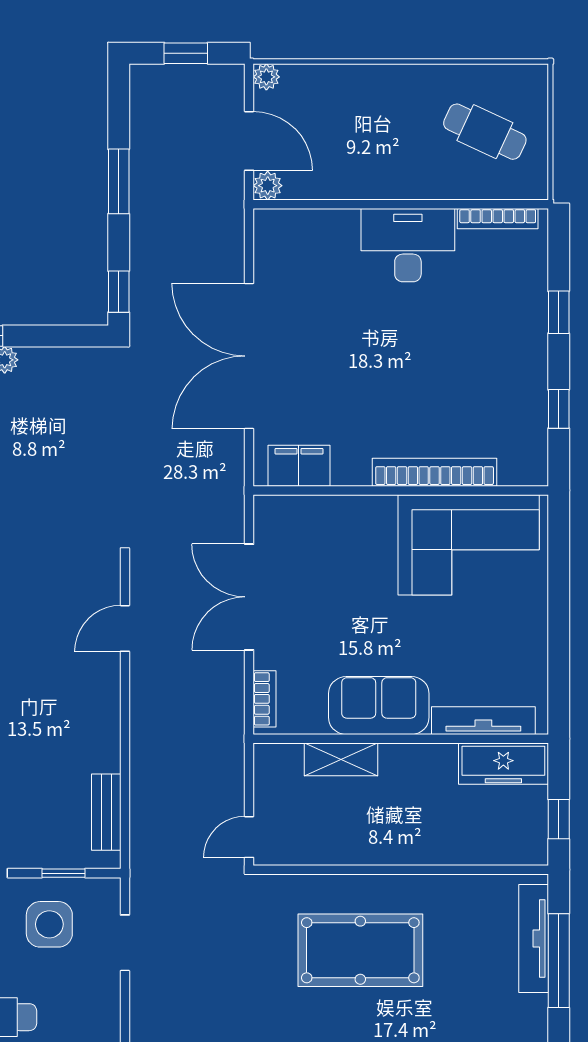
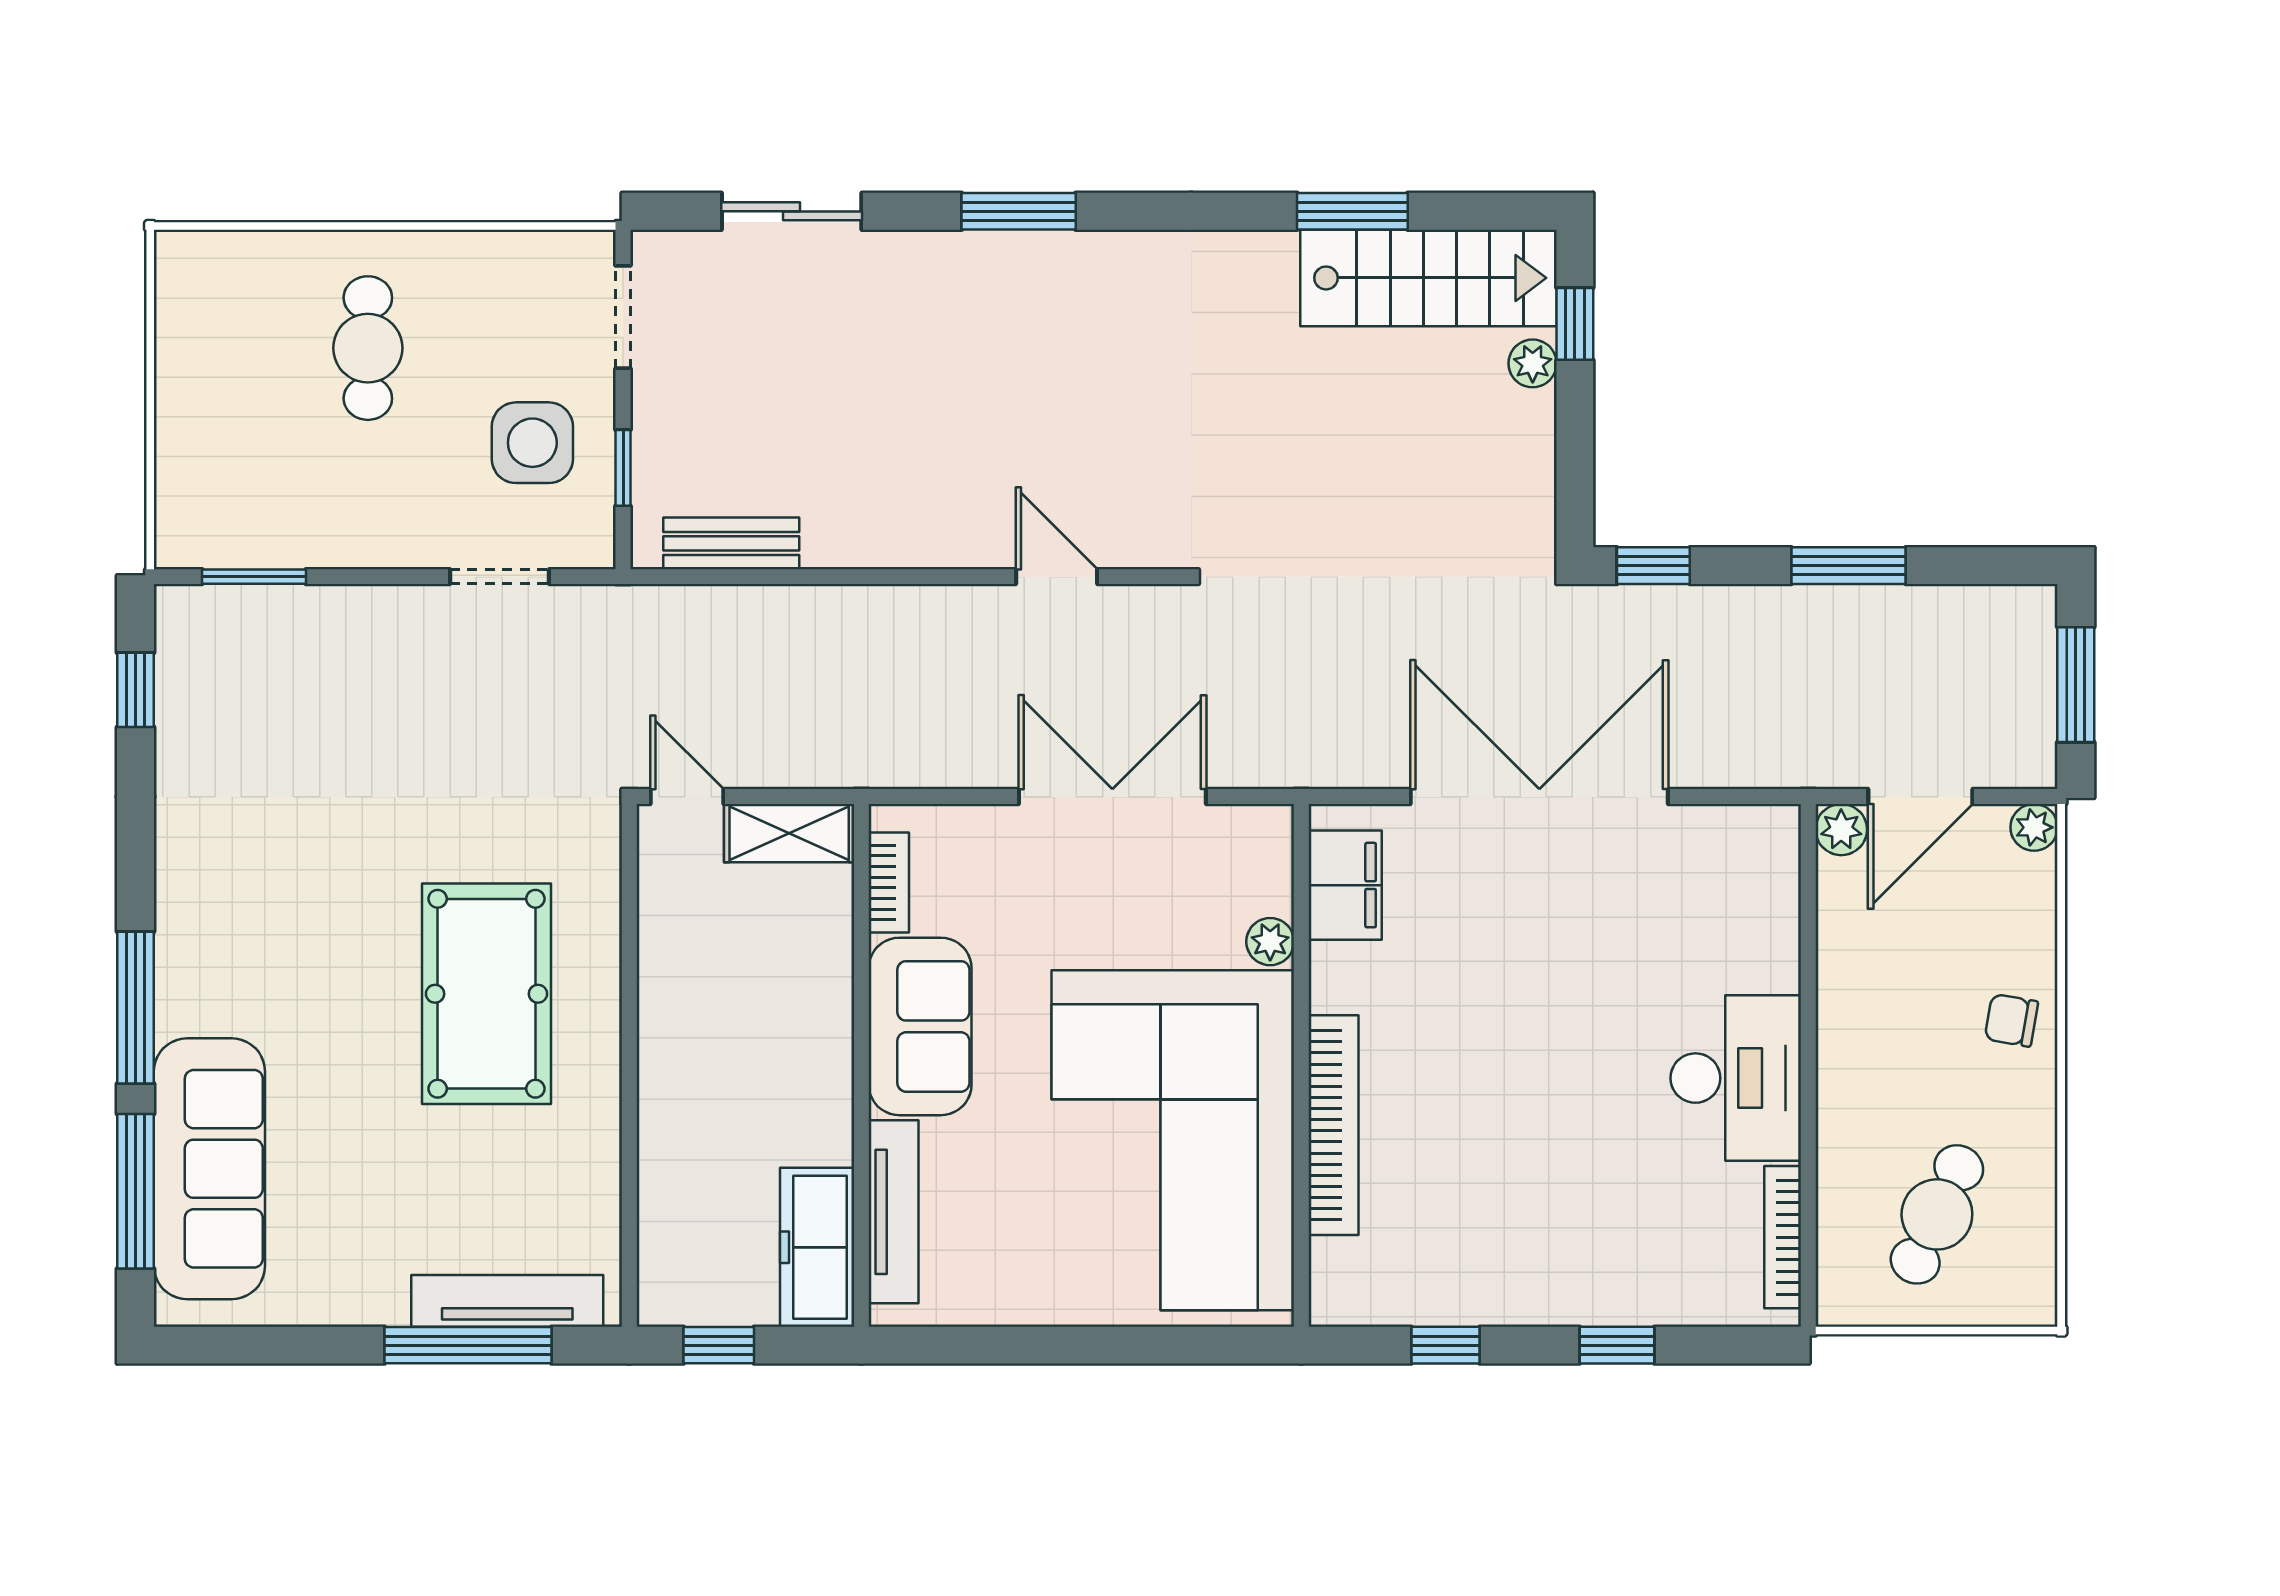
window: (186, 53) -> (2076, 685), width x1.50
chair: (375, 90) -> (2011, 1020), added
plant: (331, 508) -> (1270, 942), added
corner sofa: (469, 545) -> (1173, 1140), width x1.36, depth x1.36
bookcase: (264, 699) -> (889, 883), moved, turned -90
shelving: (341, 759) -> (789, 833), moved, turned 90

